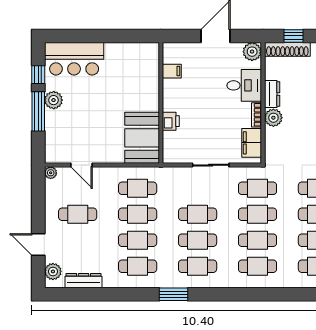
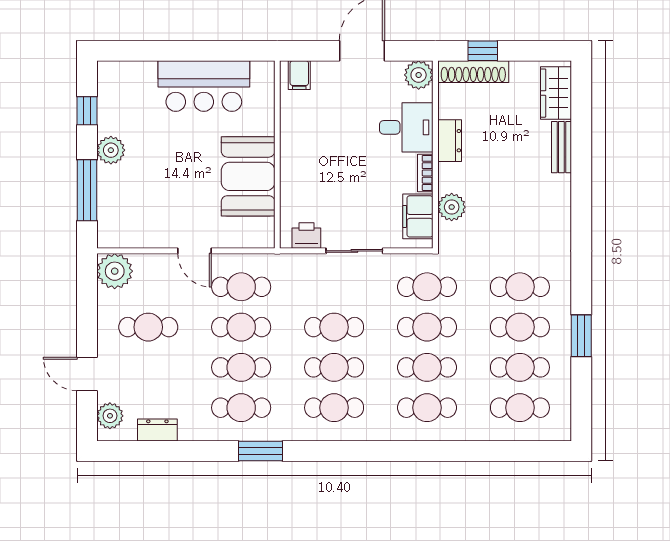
bar counter: (74, 59) -> (204, 86), moved
filing cabinet: (172, 71) -> (299, 75), moved, turned 90
window: (38, 111) -> (87, 190), moved
plant: (273, 118) -> (452, 207), moved
printer: (171, 121) -> (306, 236), moved, turned -90
booth: (142, 138) -> (248, 176), moved
door: (82, 165) -> (195, 251), moved
plant: (51, 173) -> (115, 271), width x1.88, depth x1.88
dresser: (84, 281) -> (157, 430), width x0.70
window: (173, 294) -> (260, 451), moved

